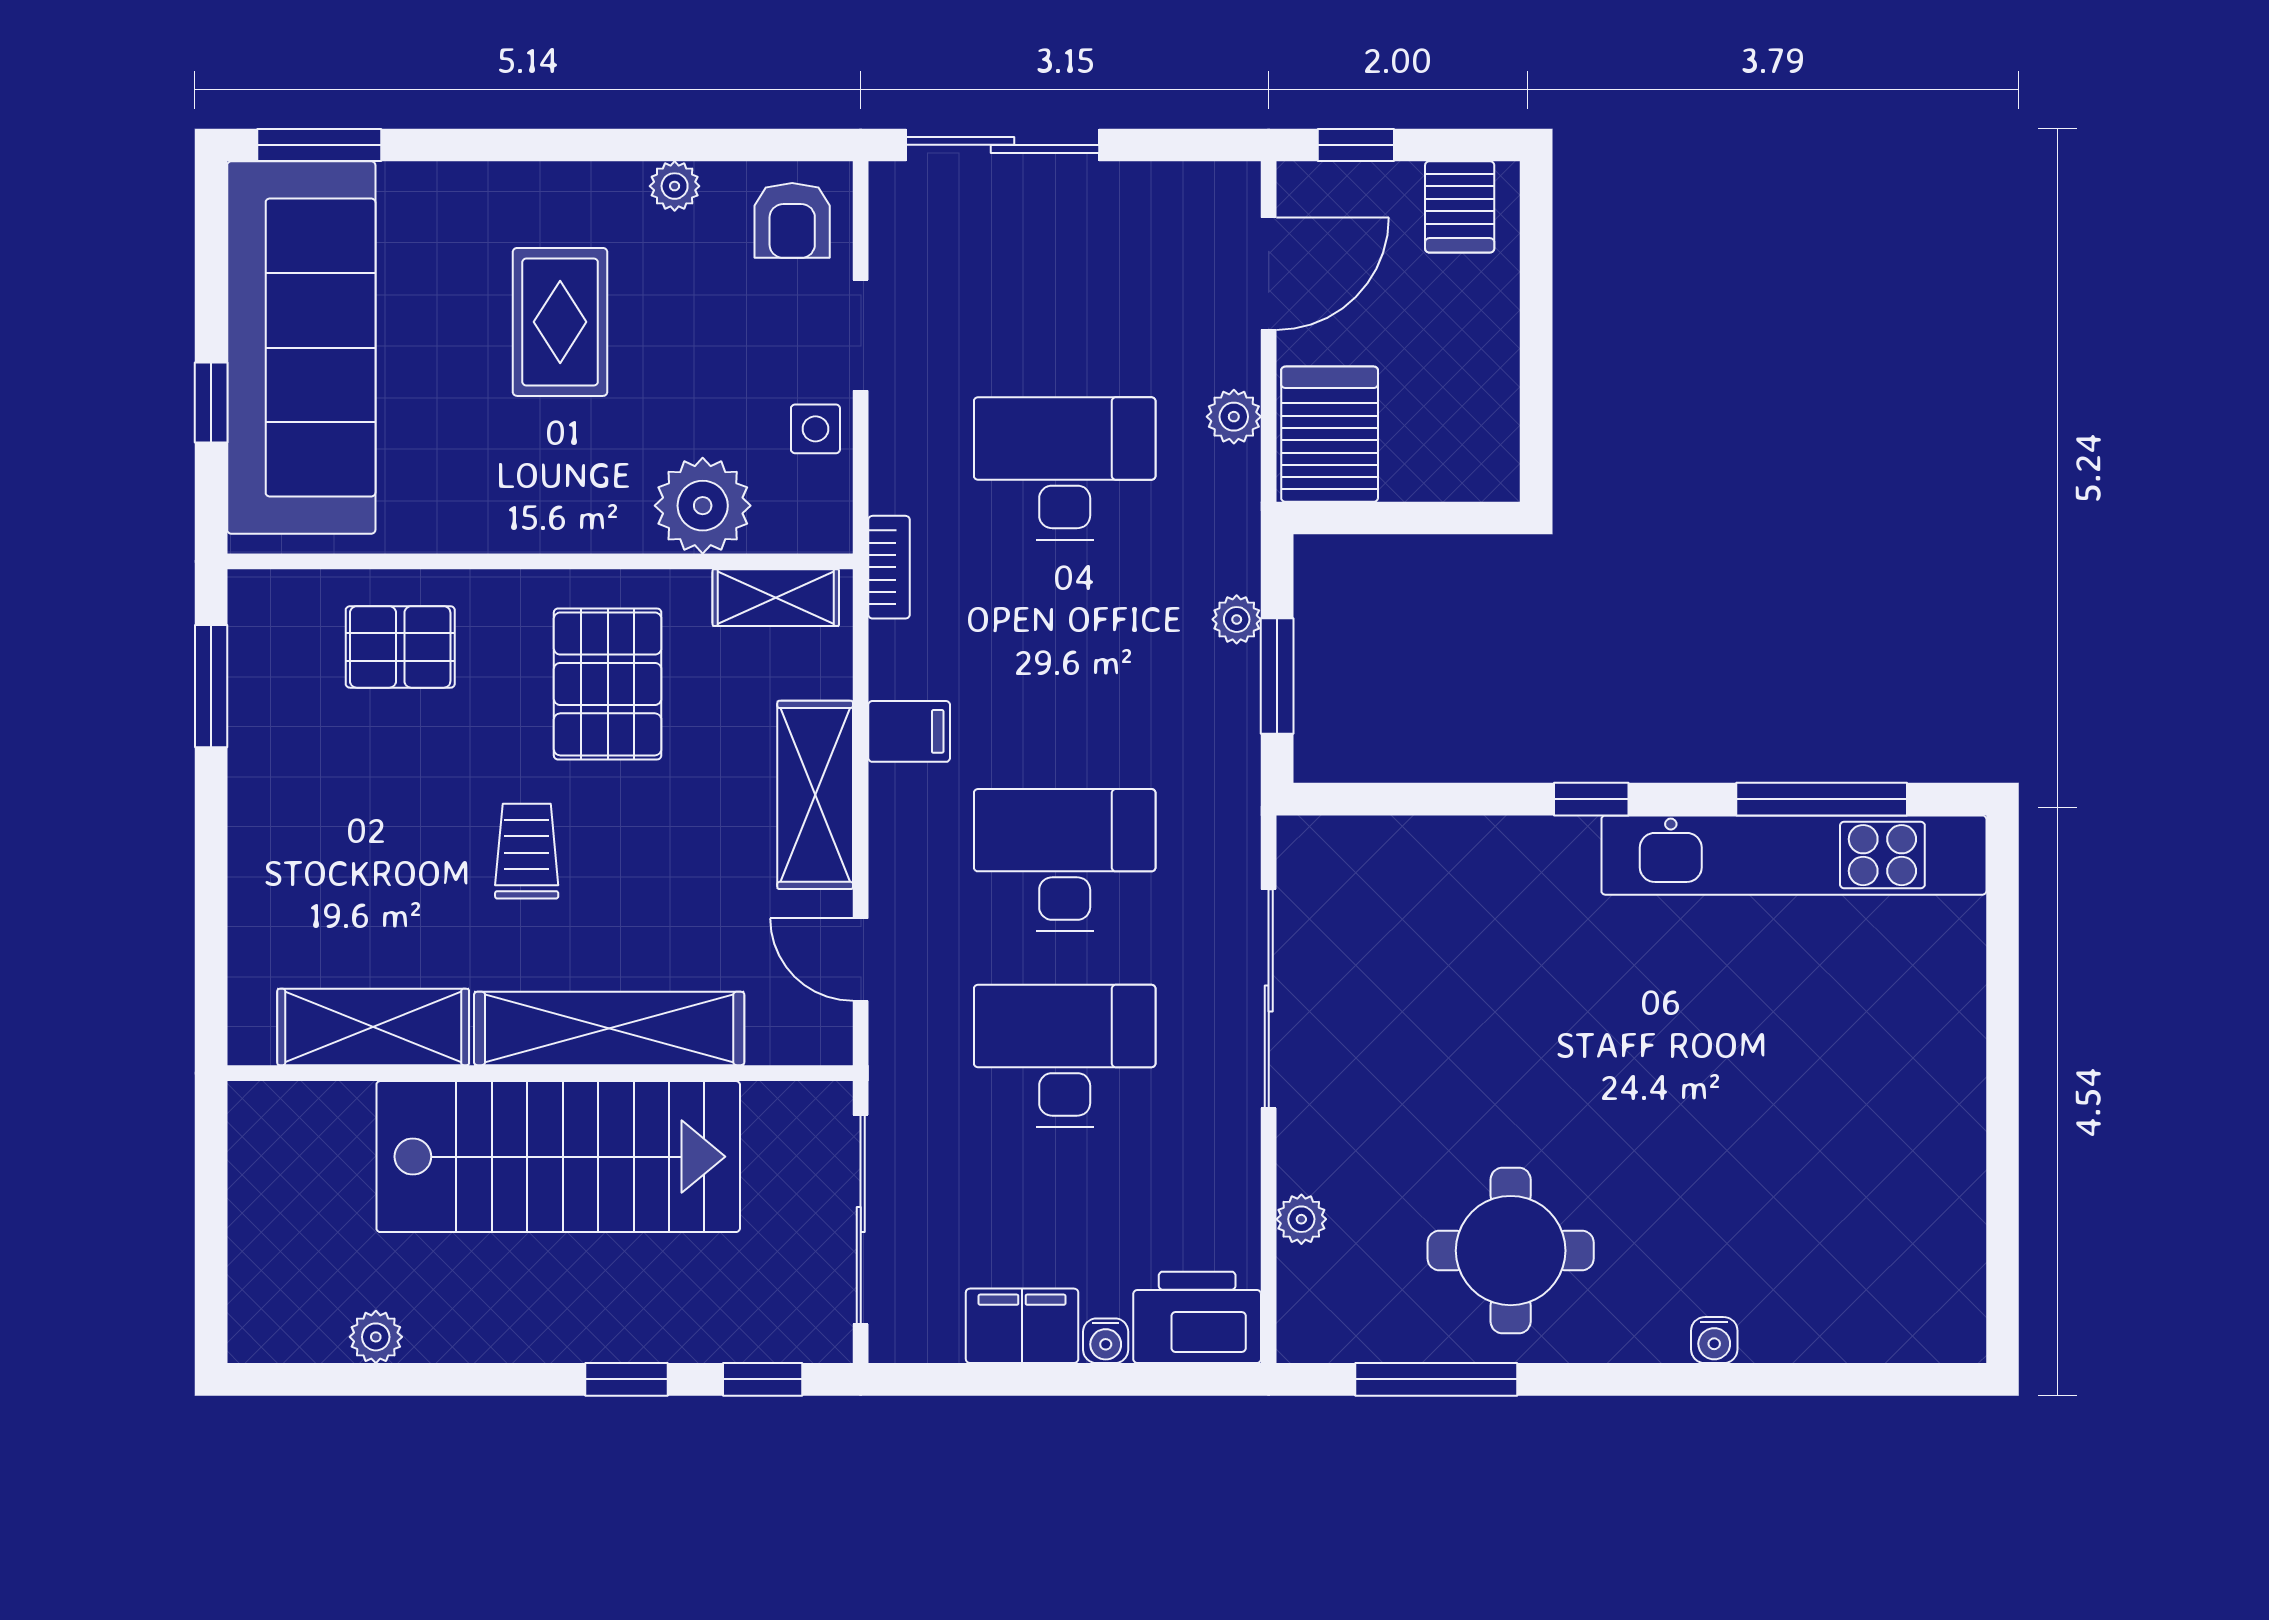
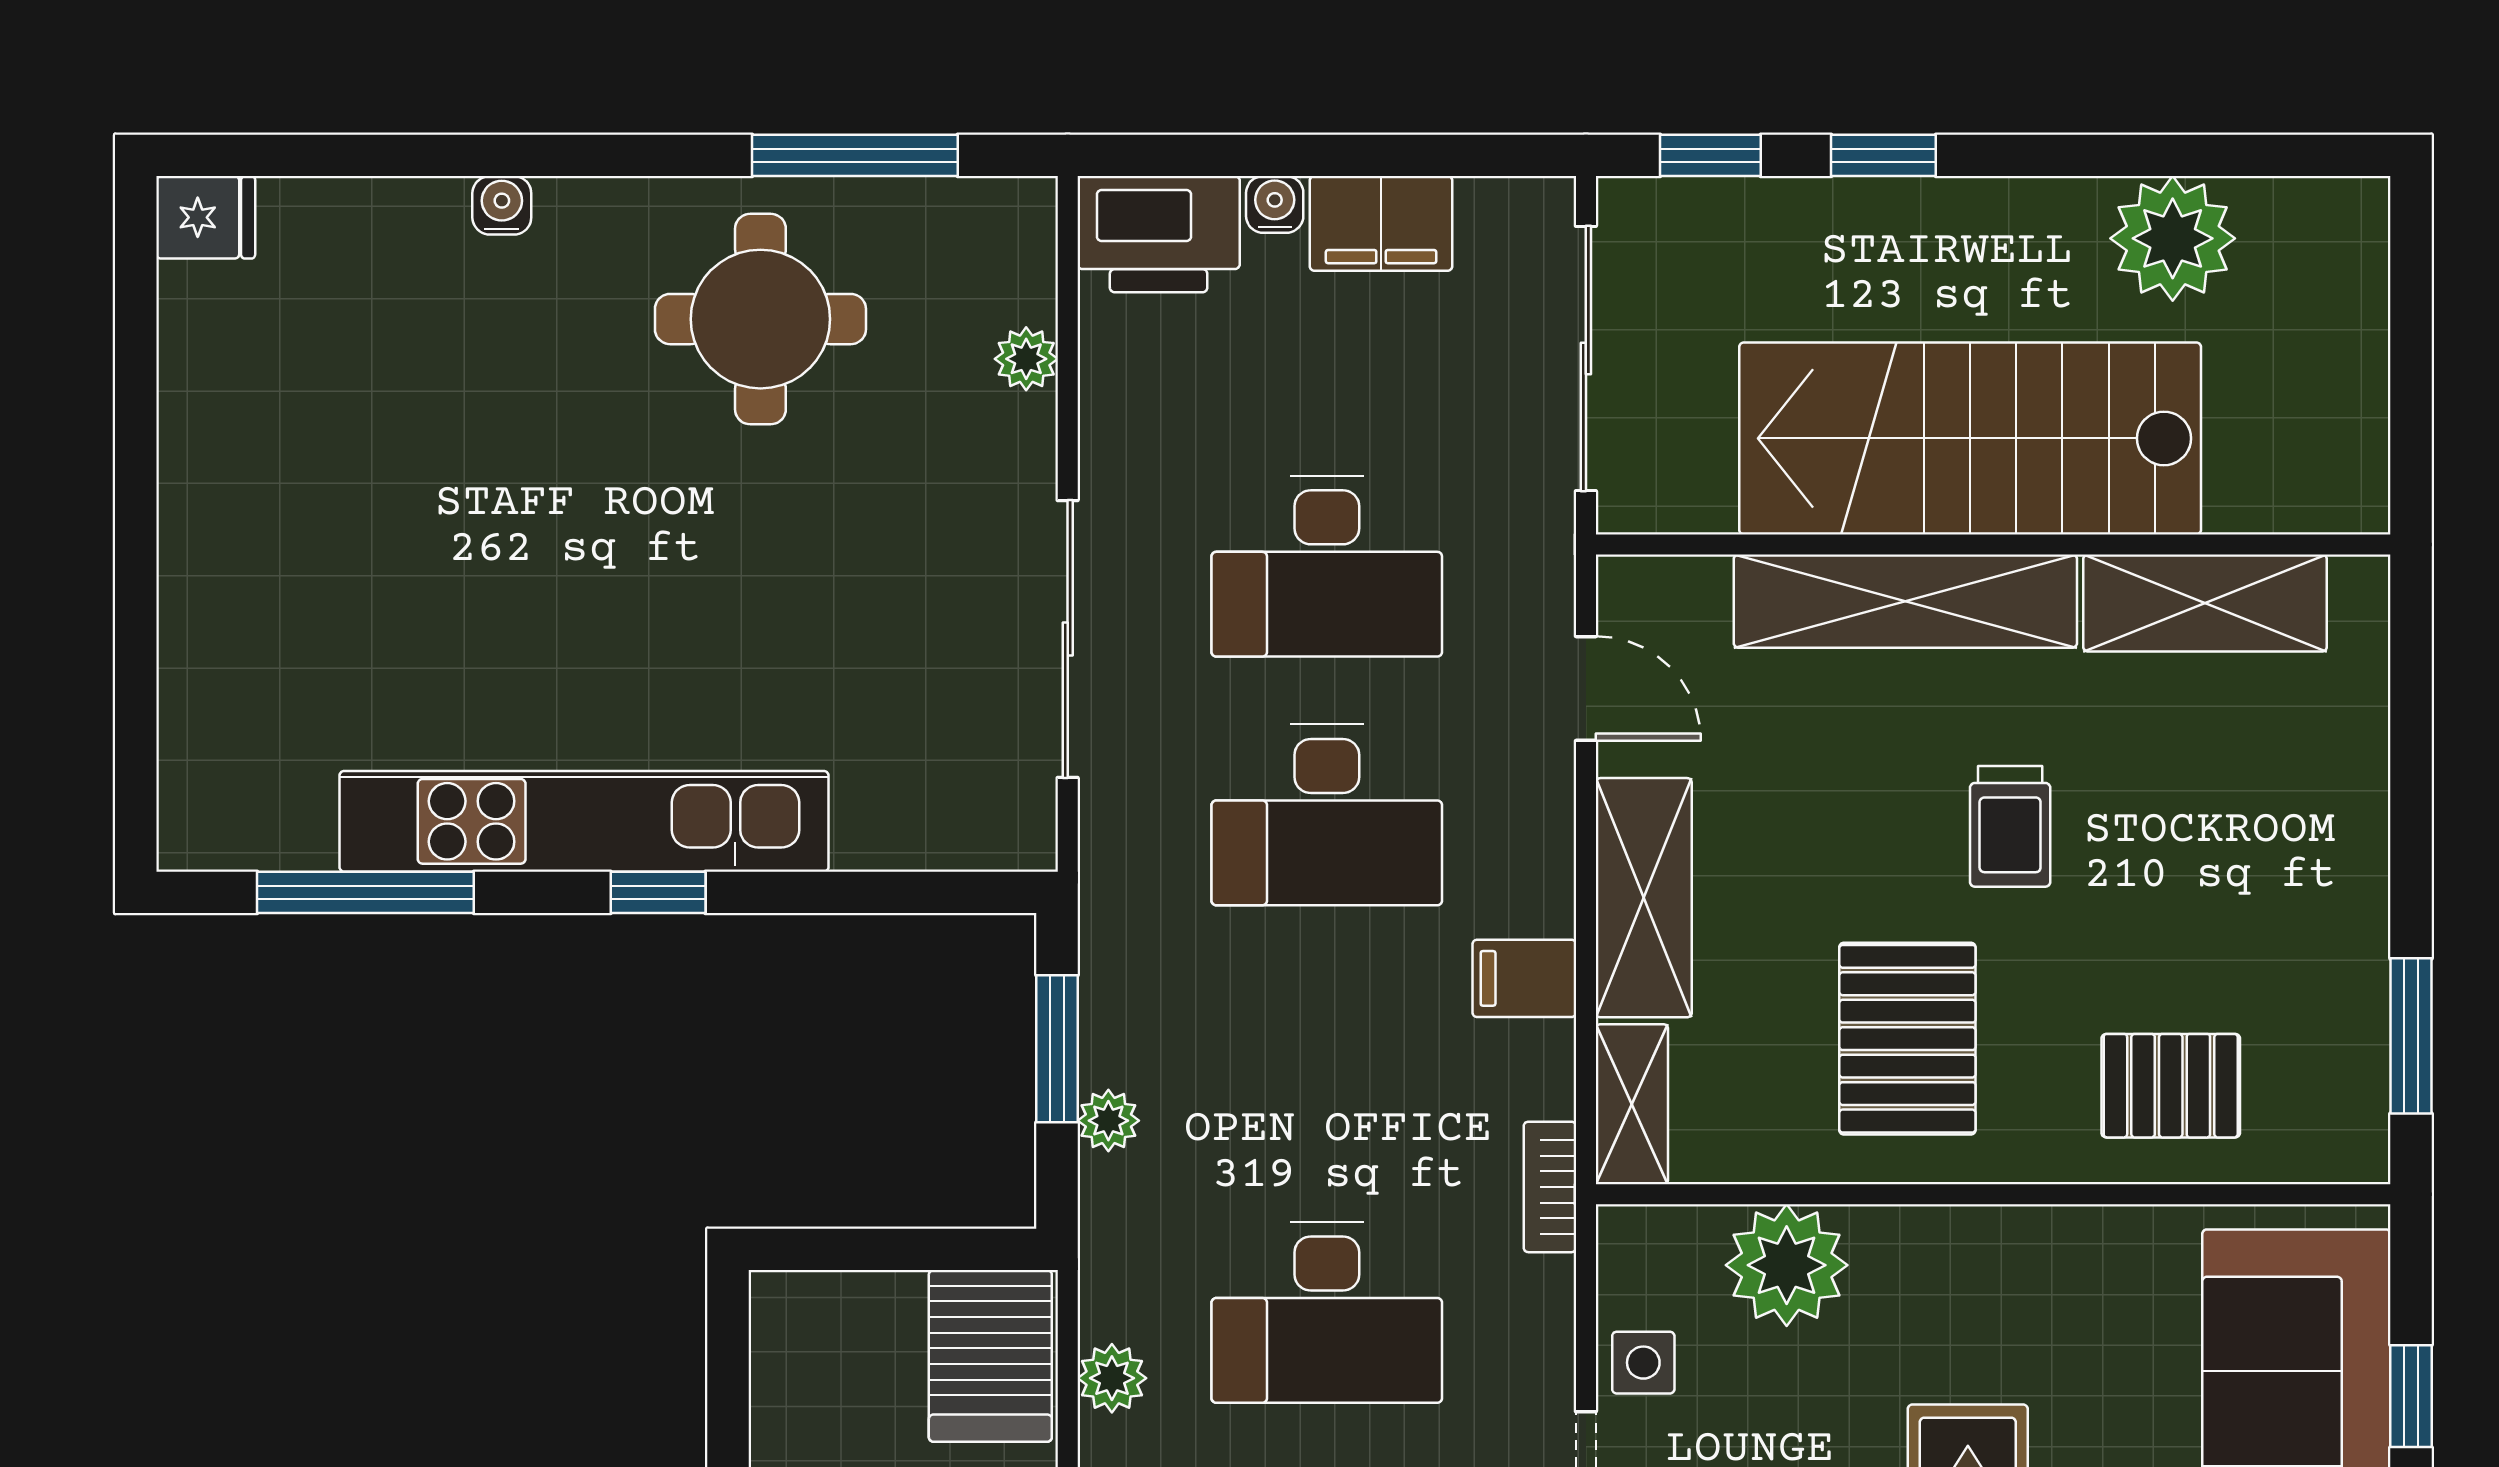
shelving: (776, 598) -> (1632, 1104), moved, turned 90
kitchen unit: (1794, 855) -> (584, 821), moved
fridge: (1947, 1331) -> (206, 217), added
plant: (376, 1337) -> (2173, 238), width x1.88, depth x1.88

